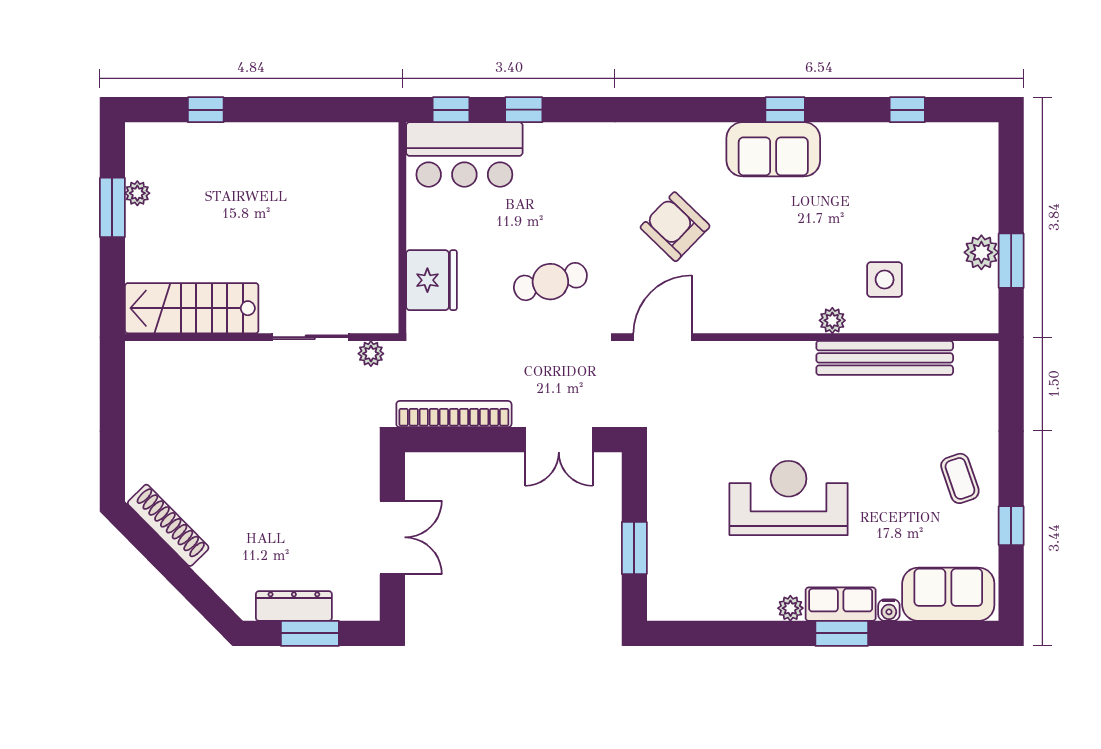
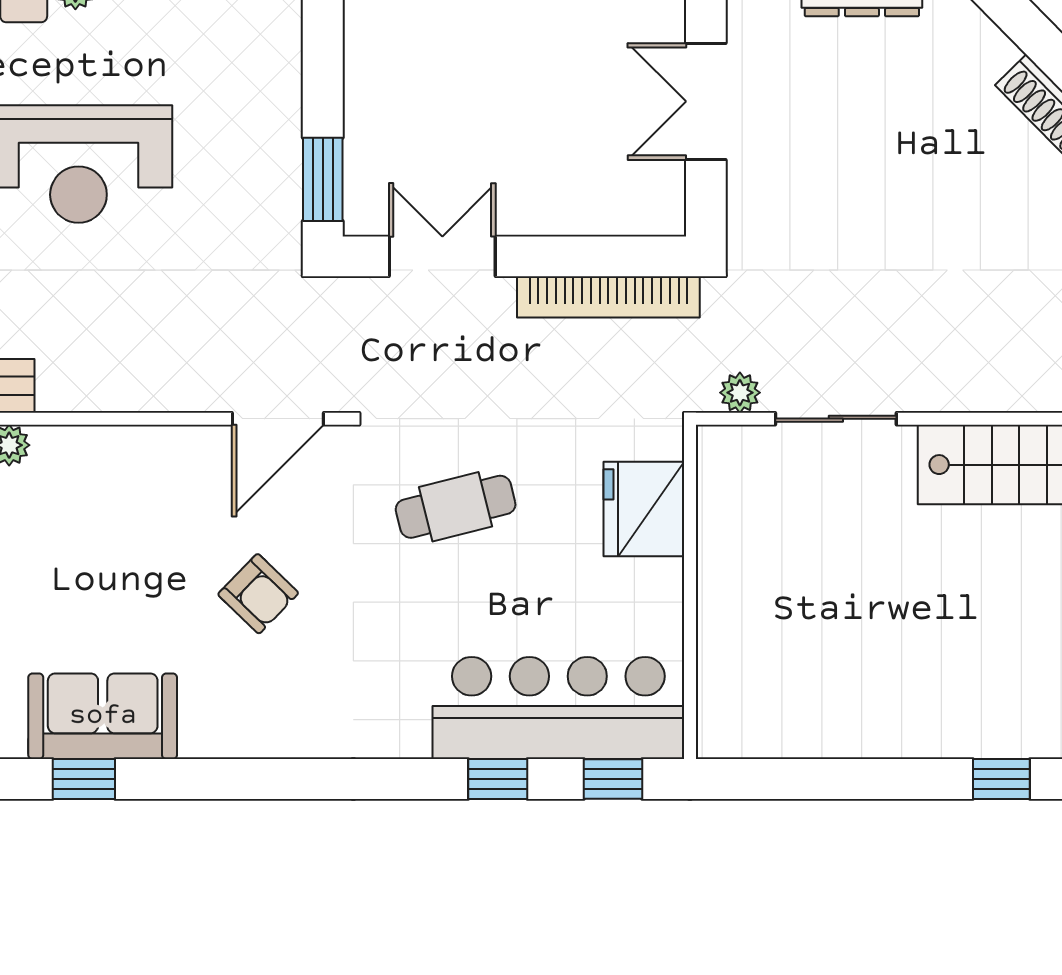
bar counter: (464, 154) -> (558, 708), width x1.36
armchair: (675, 227) -> (258, 594), width x0.72, depth x0.72
window: (634, 548) -> (323, 179), moved

